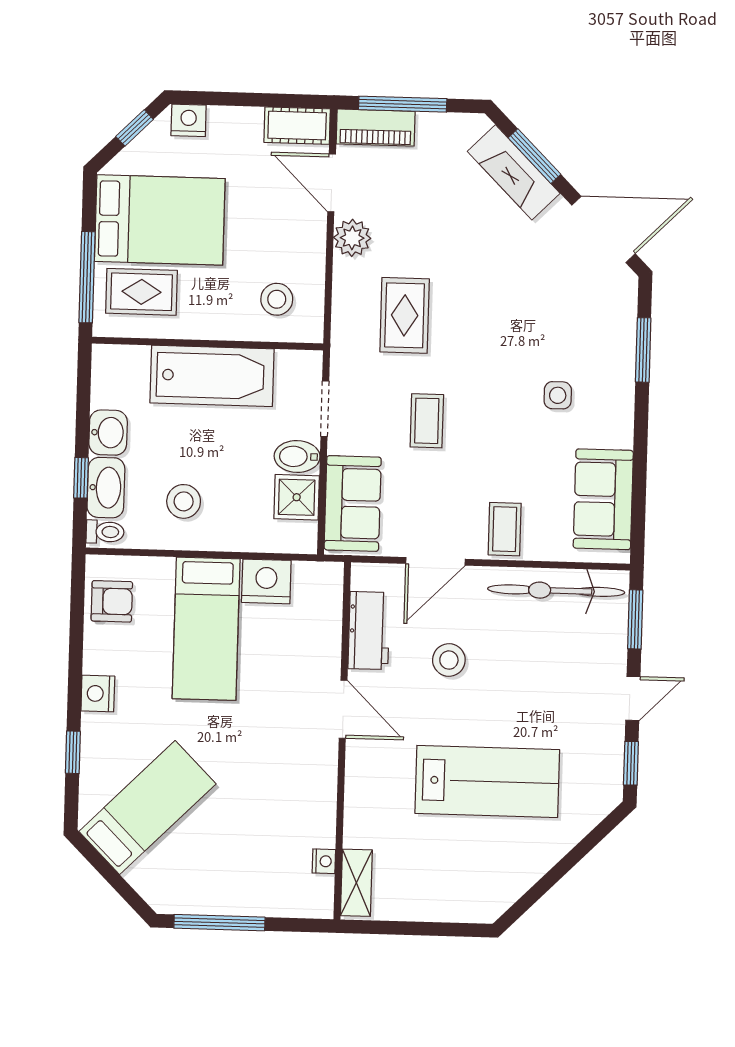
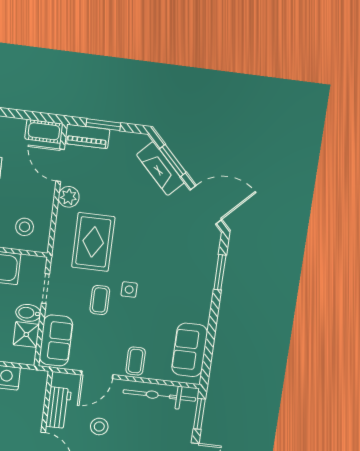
window: (403, 104) -> (103, 125), width x0.69
rug: (405, 315) -> (93, 242), width x1.36, depth x1.43
side table: (558, 395) -> (129, 290), moved

